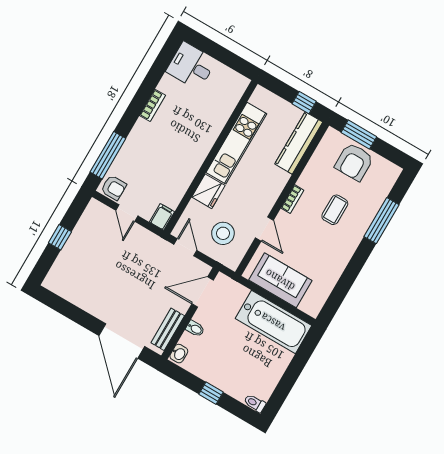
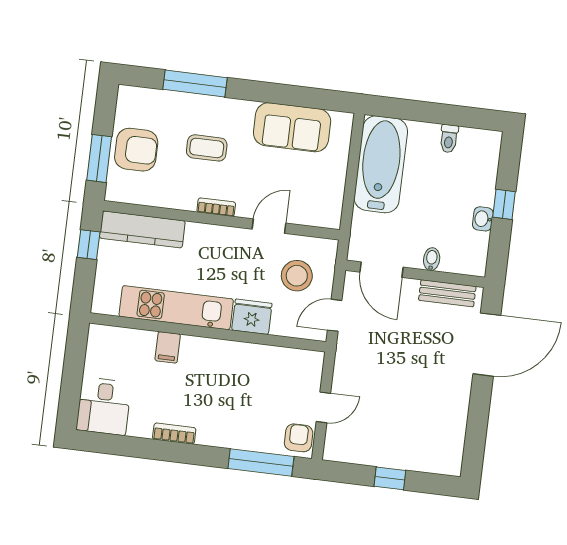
filing cabinet: (162, 217) -> (168, 347), moved, turned -90
sofa: (280, 280) -> (292, 127), moved, turned -90
washbasin: (179, 354) -> (483, 219), moved, turned -90
toilet: (255, 403) -> (449, 139), moved

